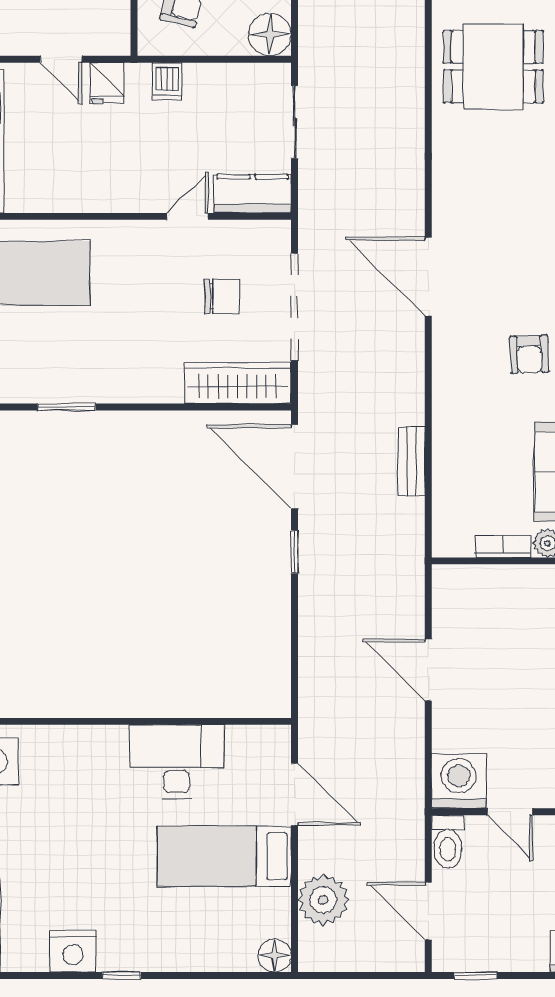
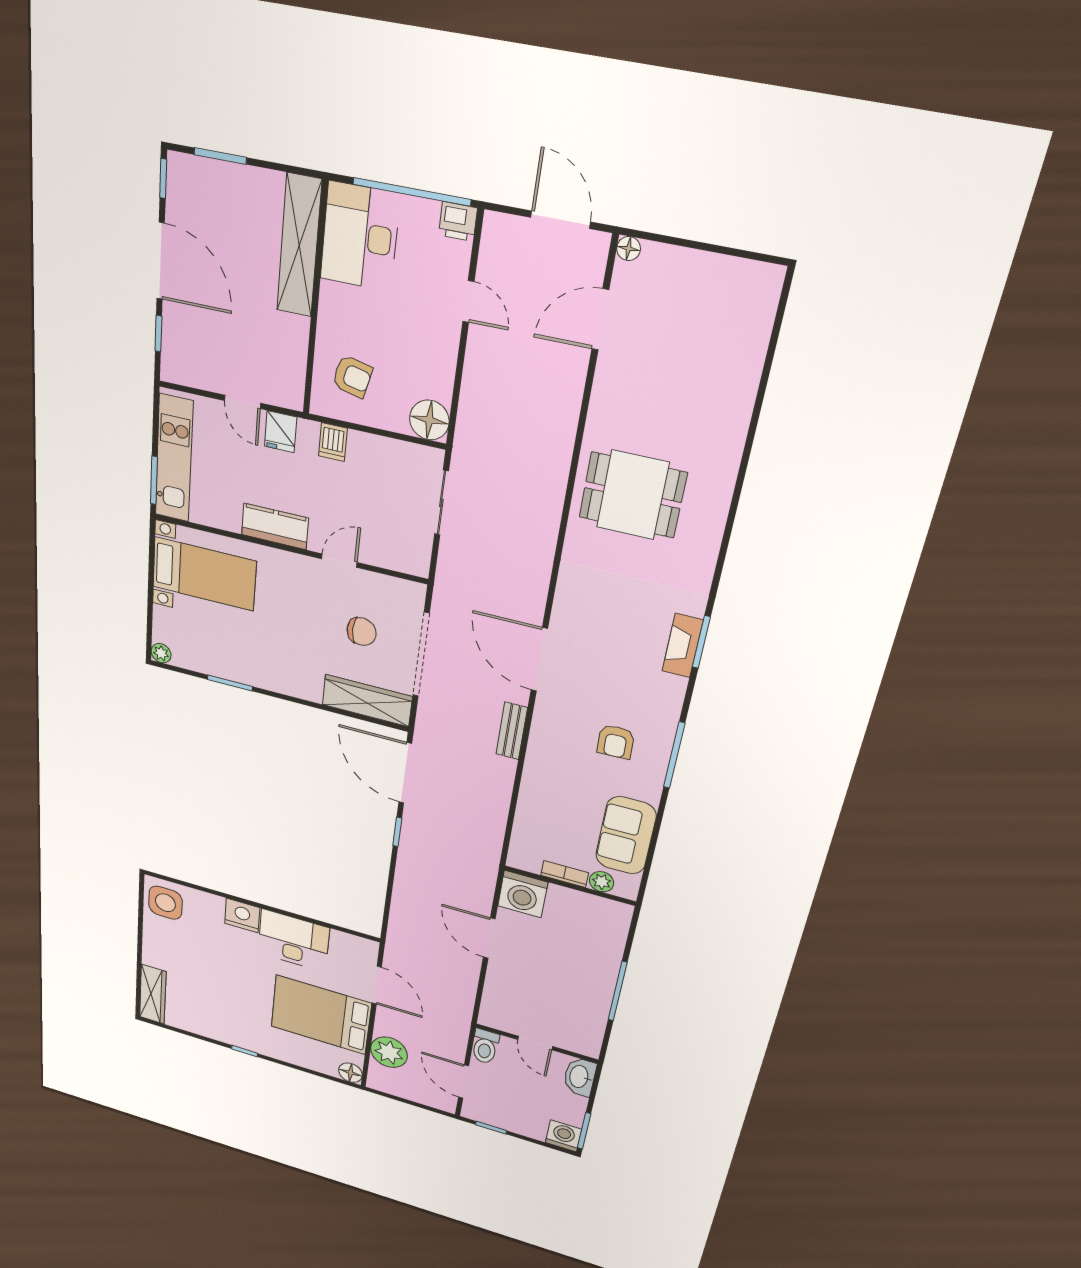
kitchen counter: (253, 194) -> (275, 526), moved
bench: (412, 461) -> (512, 731), moved
washing machine: (459, 781) -> (523, 894), moved, turned 180
bed: (224, 856) -> (321, 1015), width x1.50
nightstand: (73, 951) -> (242, 916), moved, turned 180

